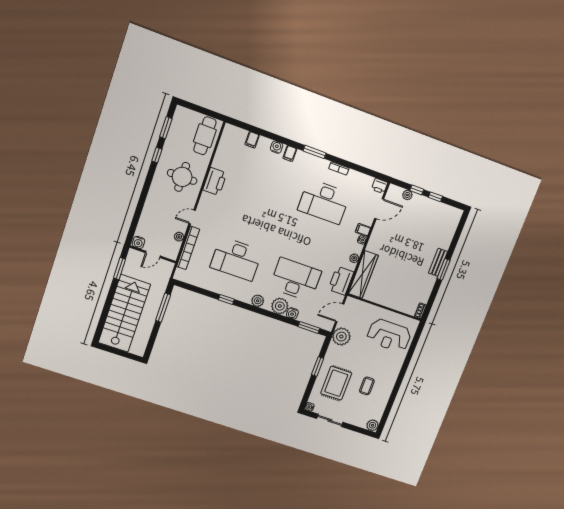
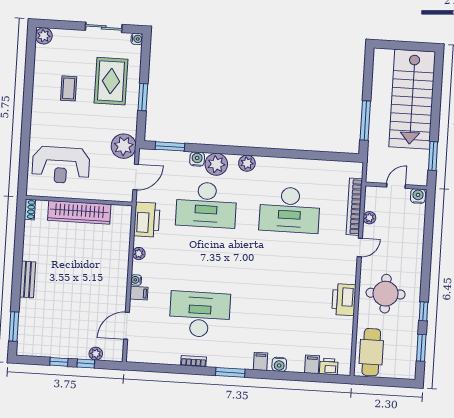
printer: (380, 186) -> (329, 366), moved
desk: (236, 259) -> (290, 210), turned 180
window: (444, 270) -> (14, 326), moved
wardrobe: (363, 275) -> (79, 212), moved, turned -90
window: (226, 300) -> (288, 154), removed
reception desk: (389, 335) -> (61, 165), turned 180

